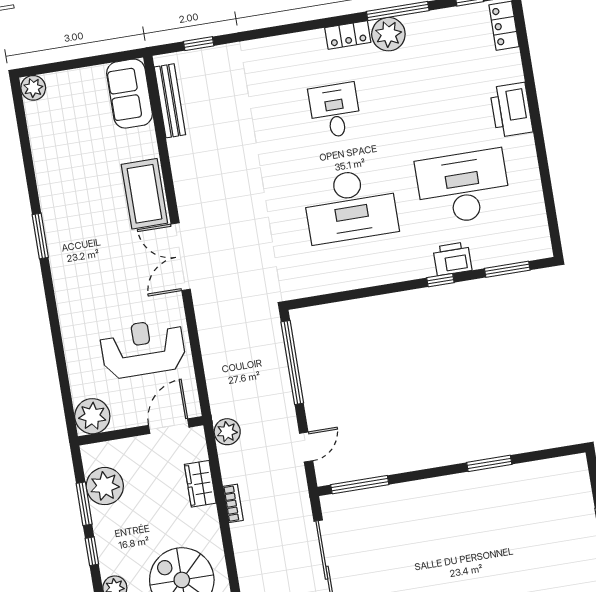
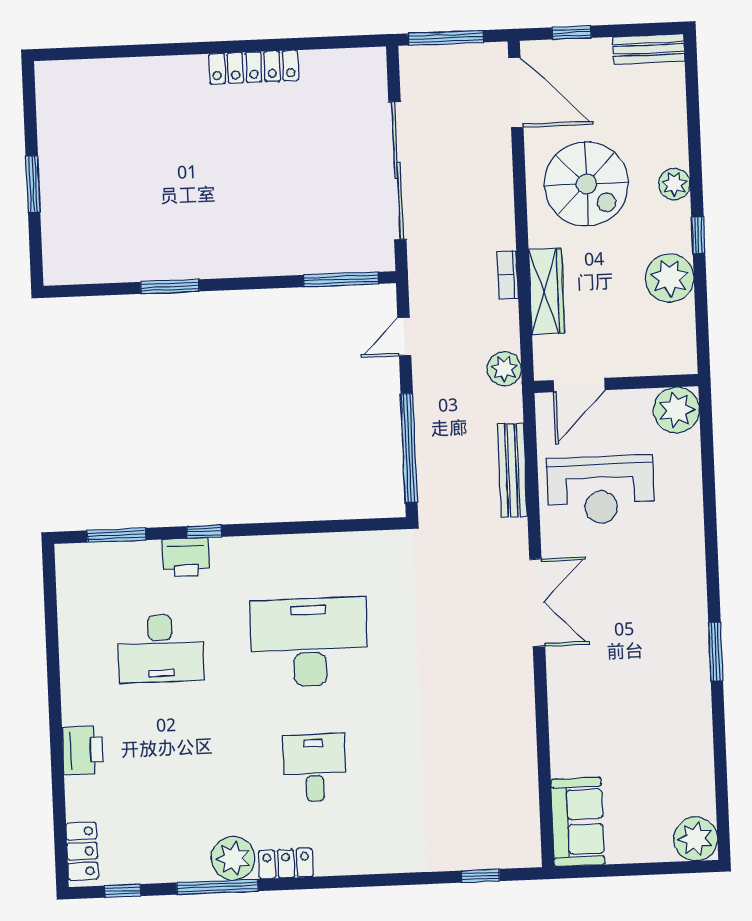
plant: (33, 88) -> (695, 839), width x1.36, depth x1.36
bench: (170, 101) -> (512, 470), moved
printer: (511, 110) -> (83, 750), width x0.73, depth x0.84
desk: (335, 111) -> (314, 768), turned 180
desk: (463, 187) -> (160, 648), width x0.73, depth x0.77
coffee table: (144, 194) -> (574, 690), removed
wardrobe: (200, 484) -> (547, 291), width x1.50
plant: (105, 486) -> (670, 278), moved
window: (84, 504) -> (701, 298), removed

